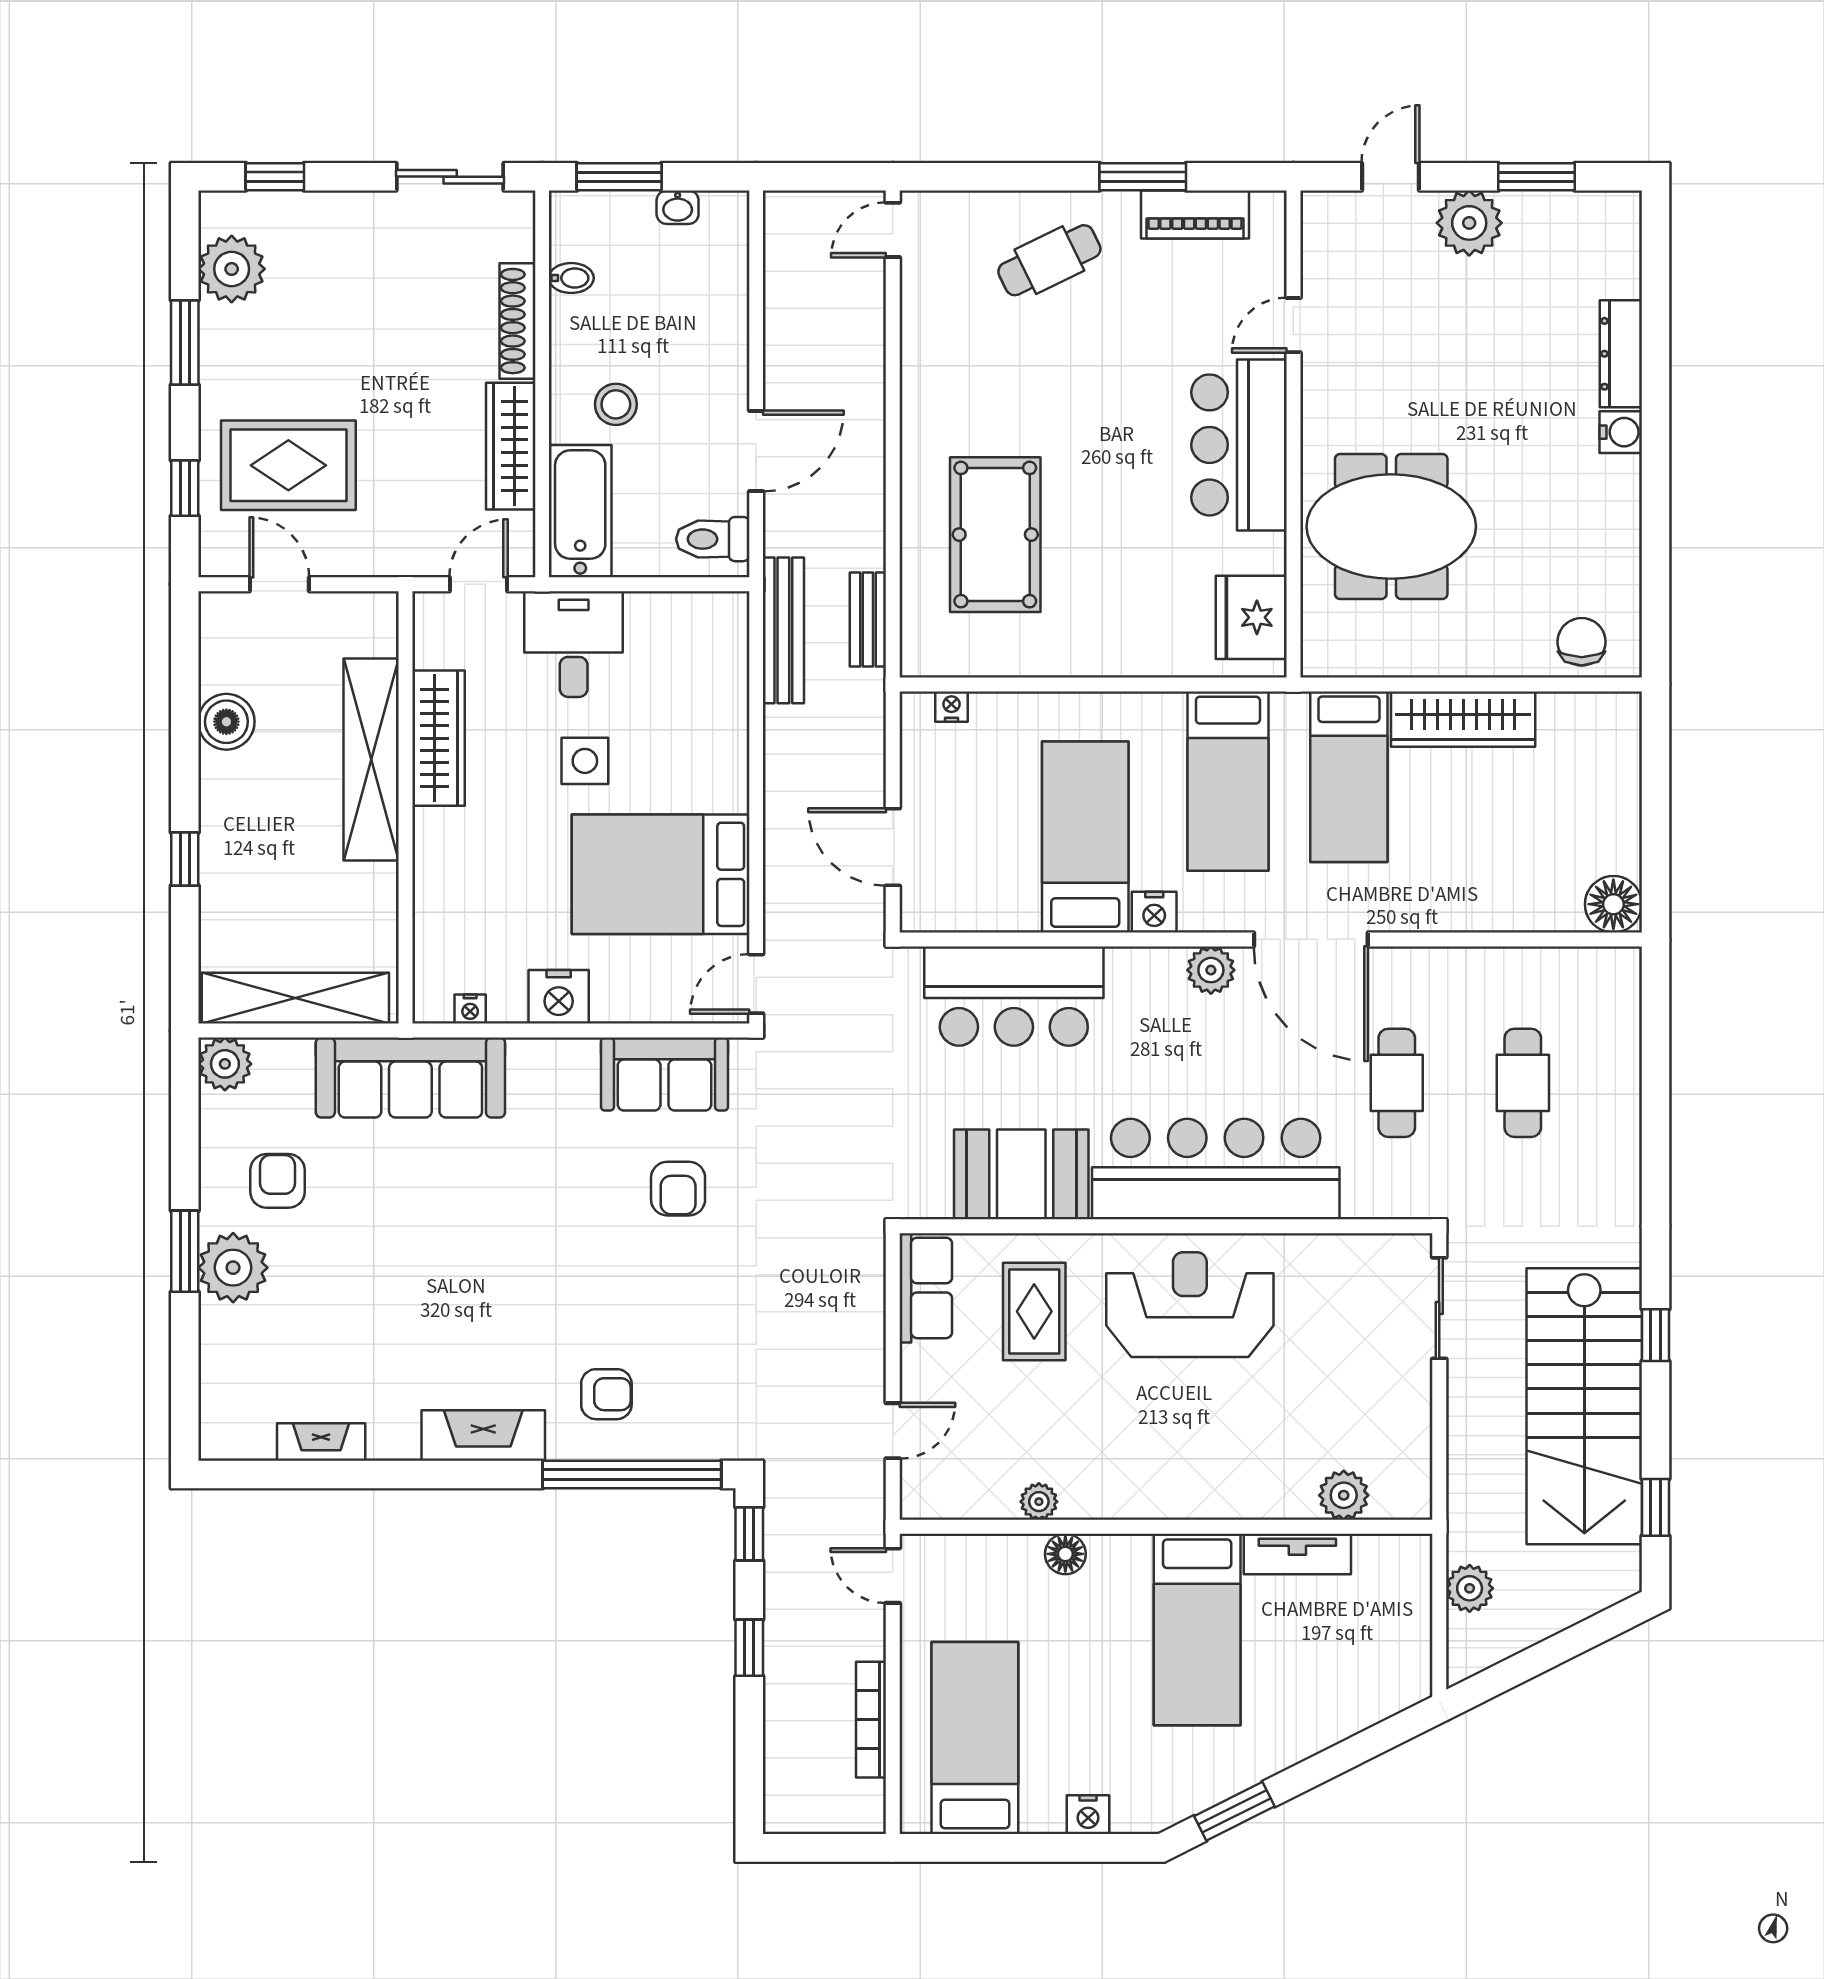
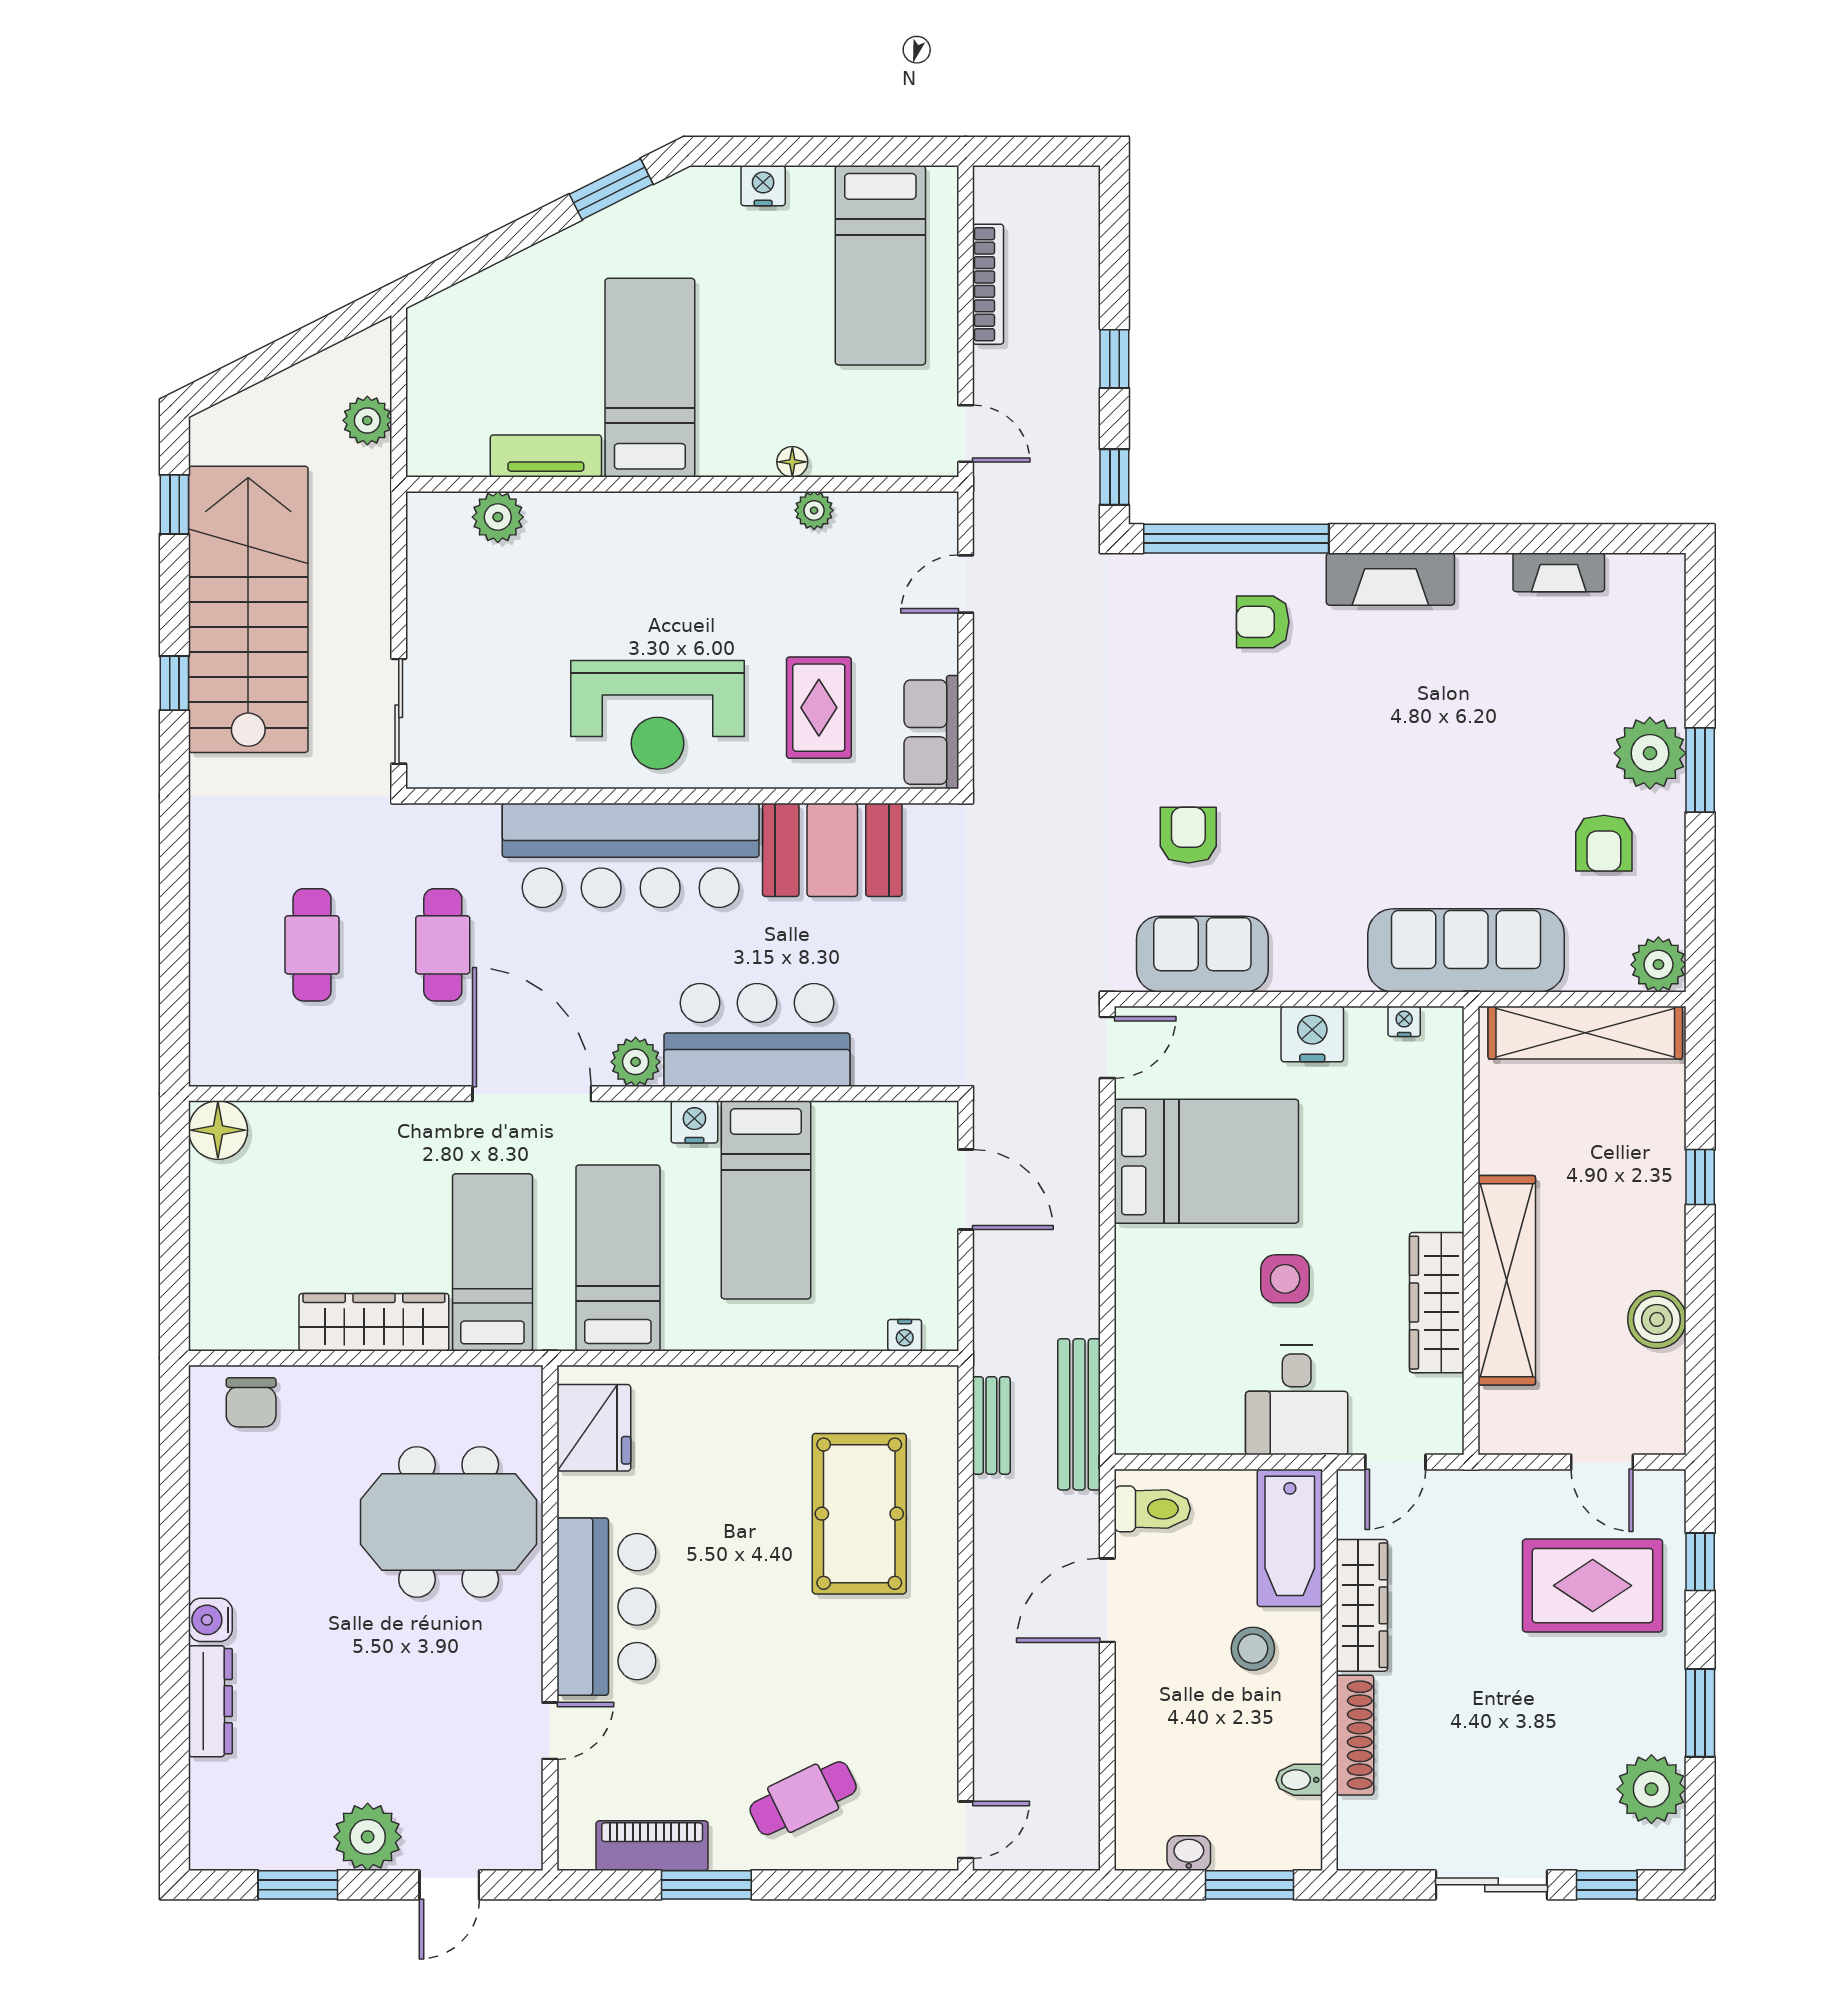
sliding door: (450, 177) -> (1491, 1885), moved
bar counter: (1014, 996) -> (757, 1035), moved
floor lamp: (1065, 1554) -> (792, 462), width x0.73, depth x0.73

